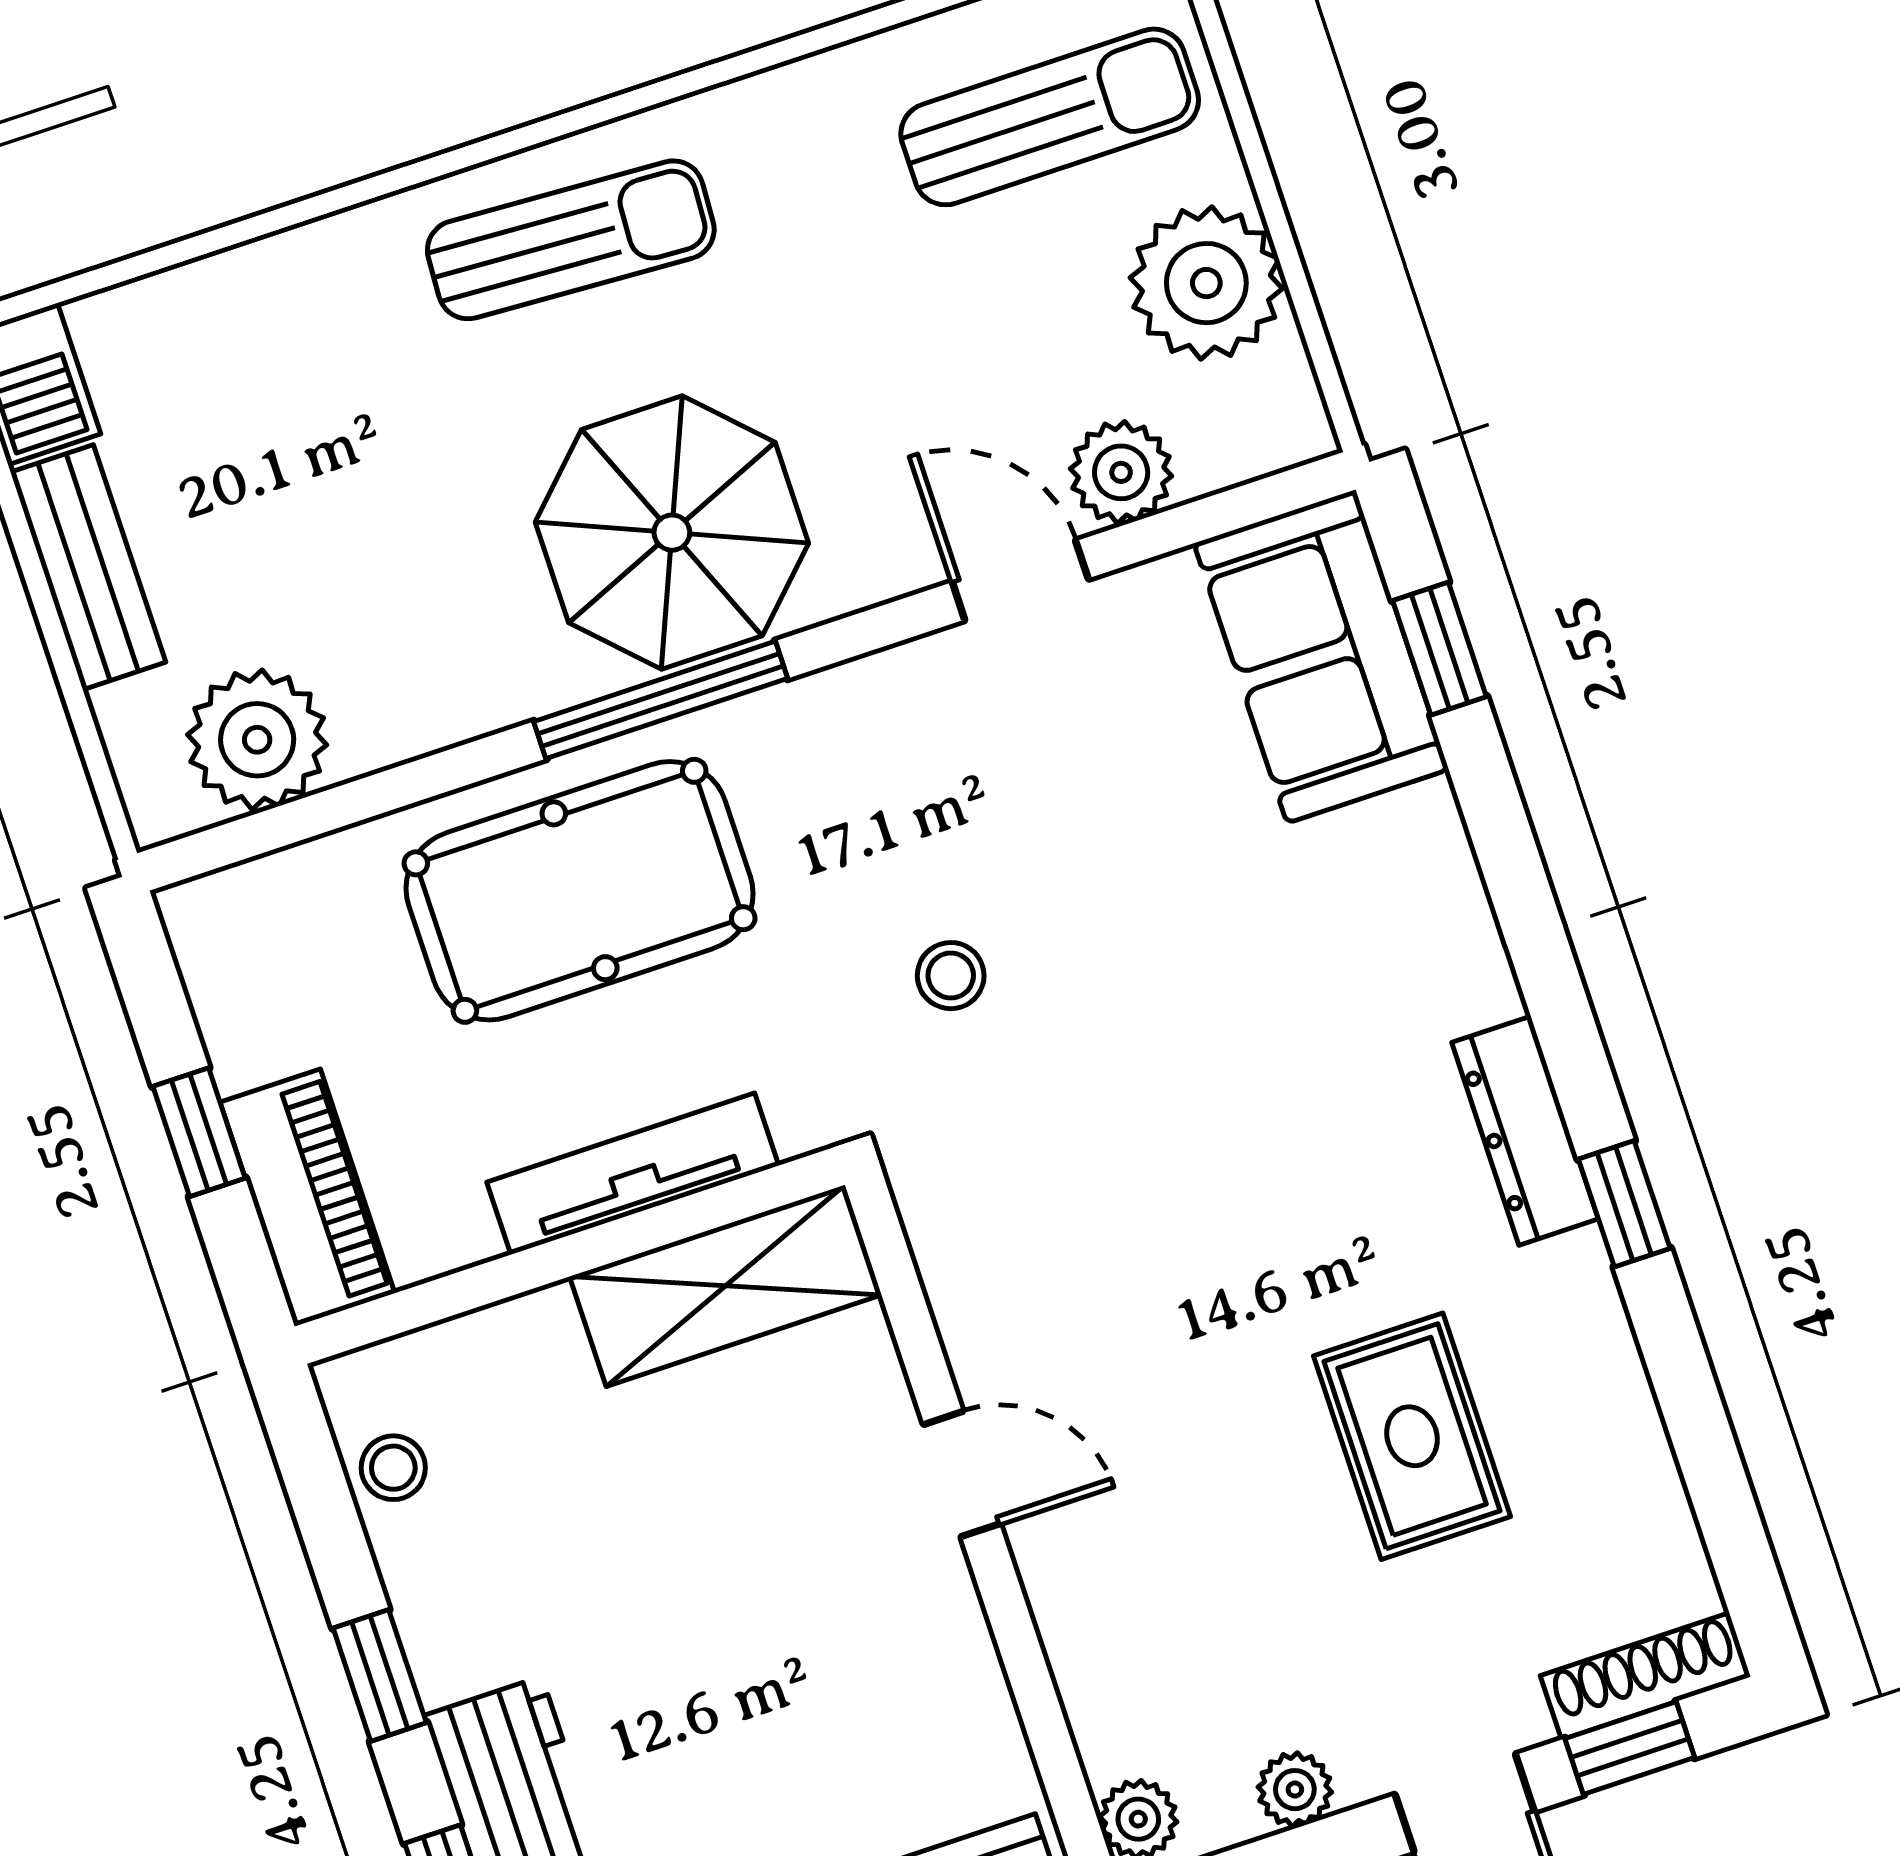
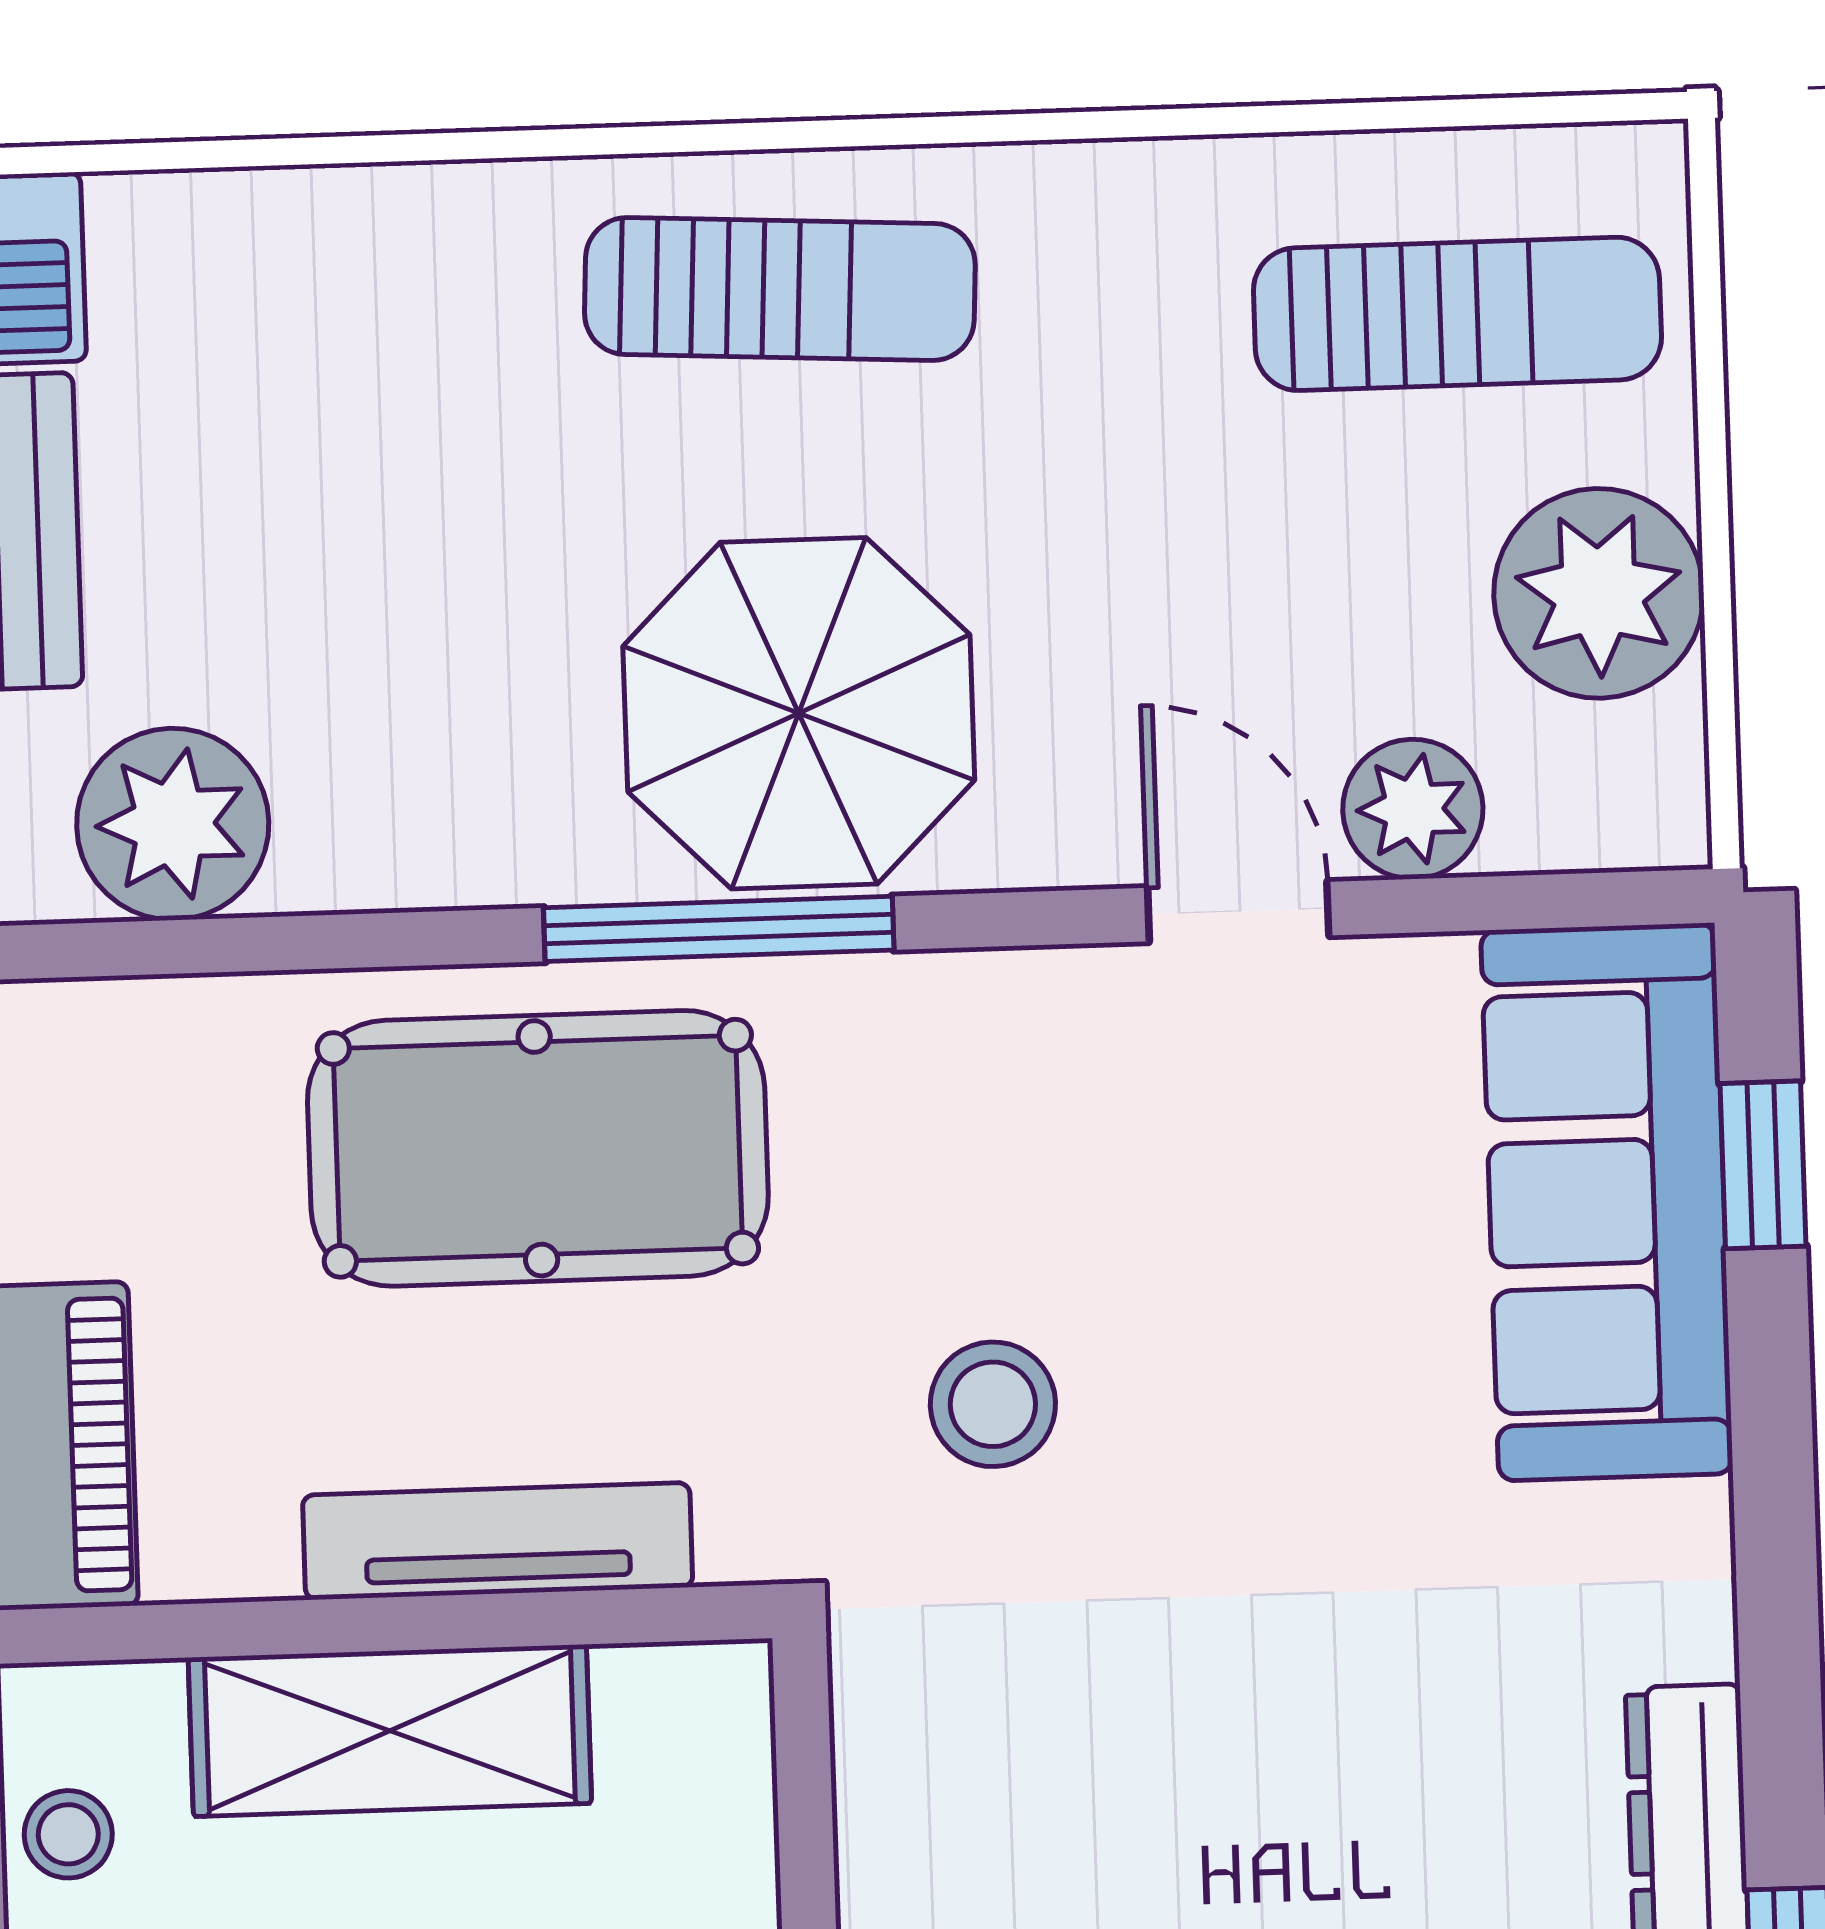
sofa: (1321, 656) -> (1607, 1202), width x1.36
stool: (951, 976) -> (993, 1404), width x1.37, depth x1.37
shelving: (726, 1286) -> (390, 1731), moved

